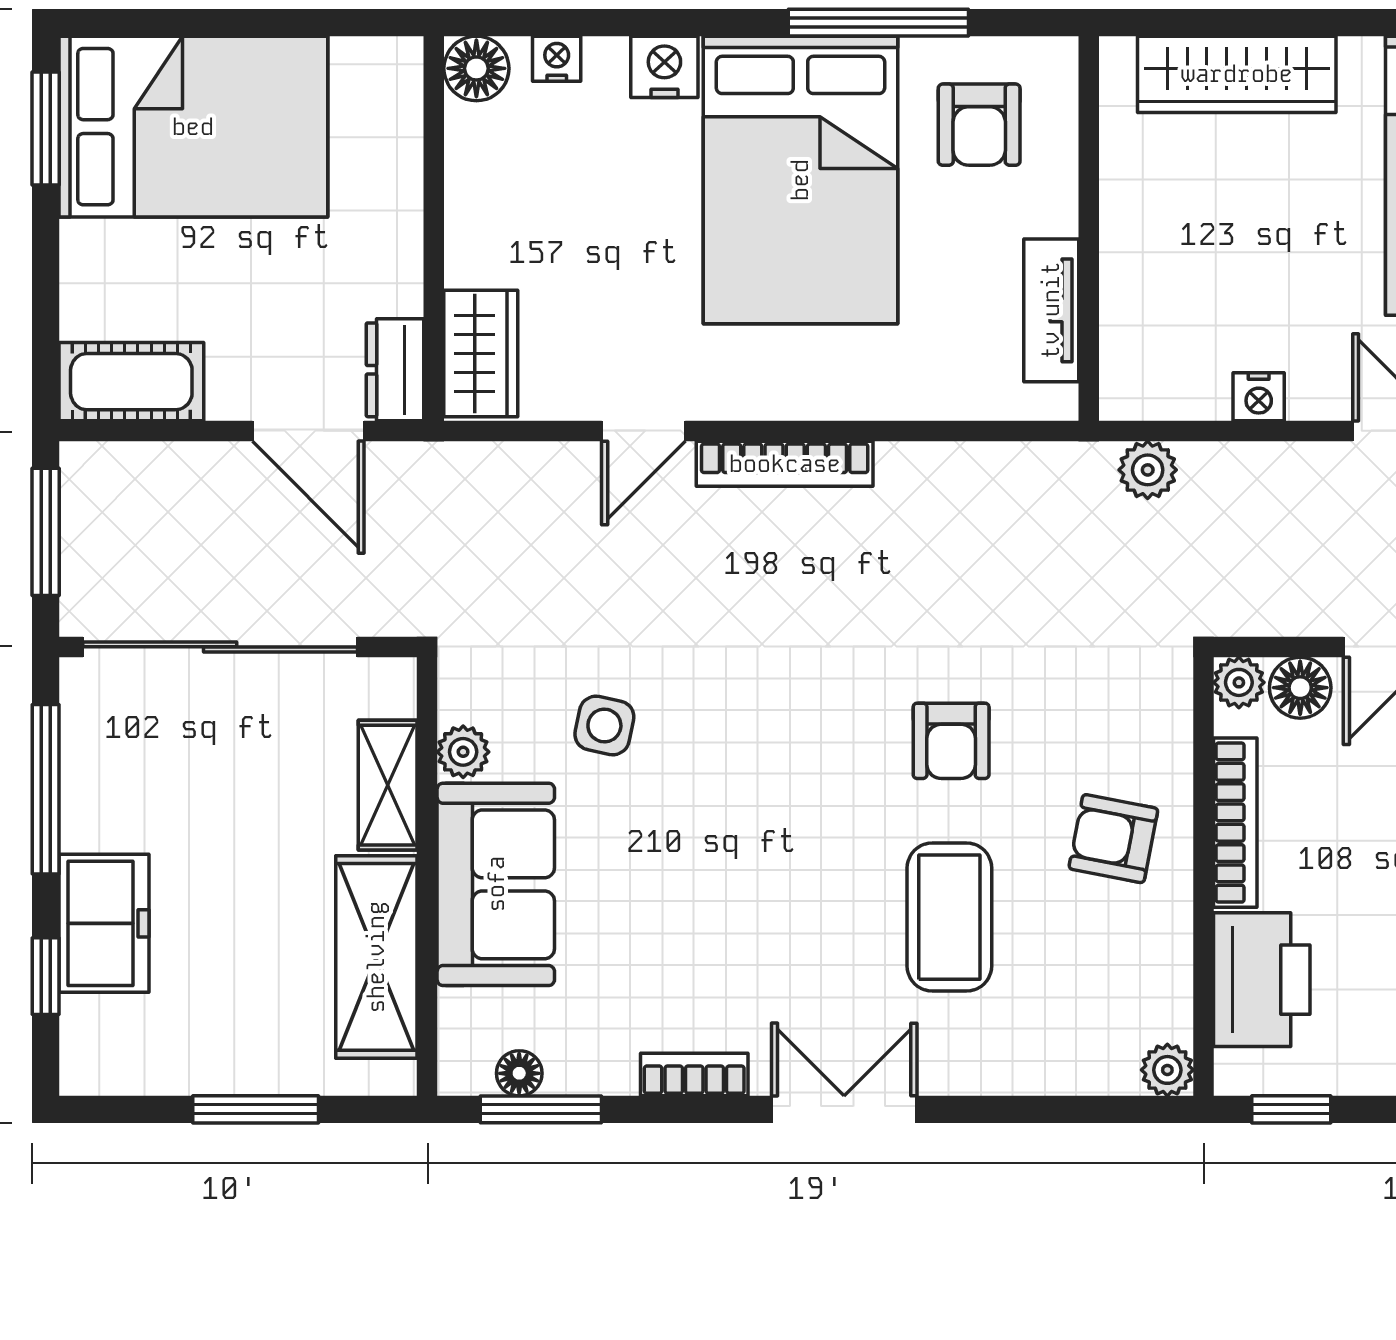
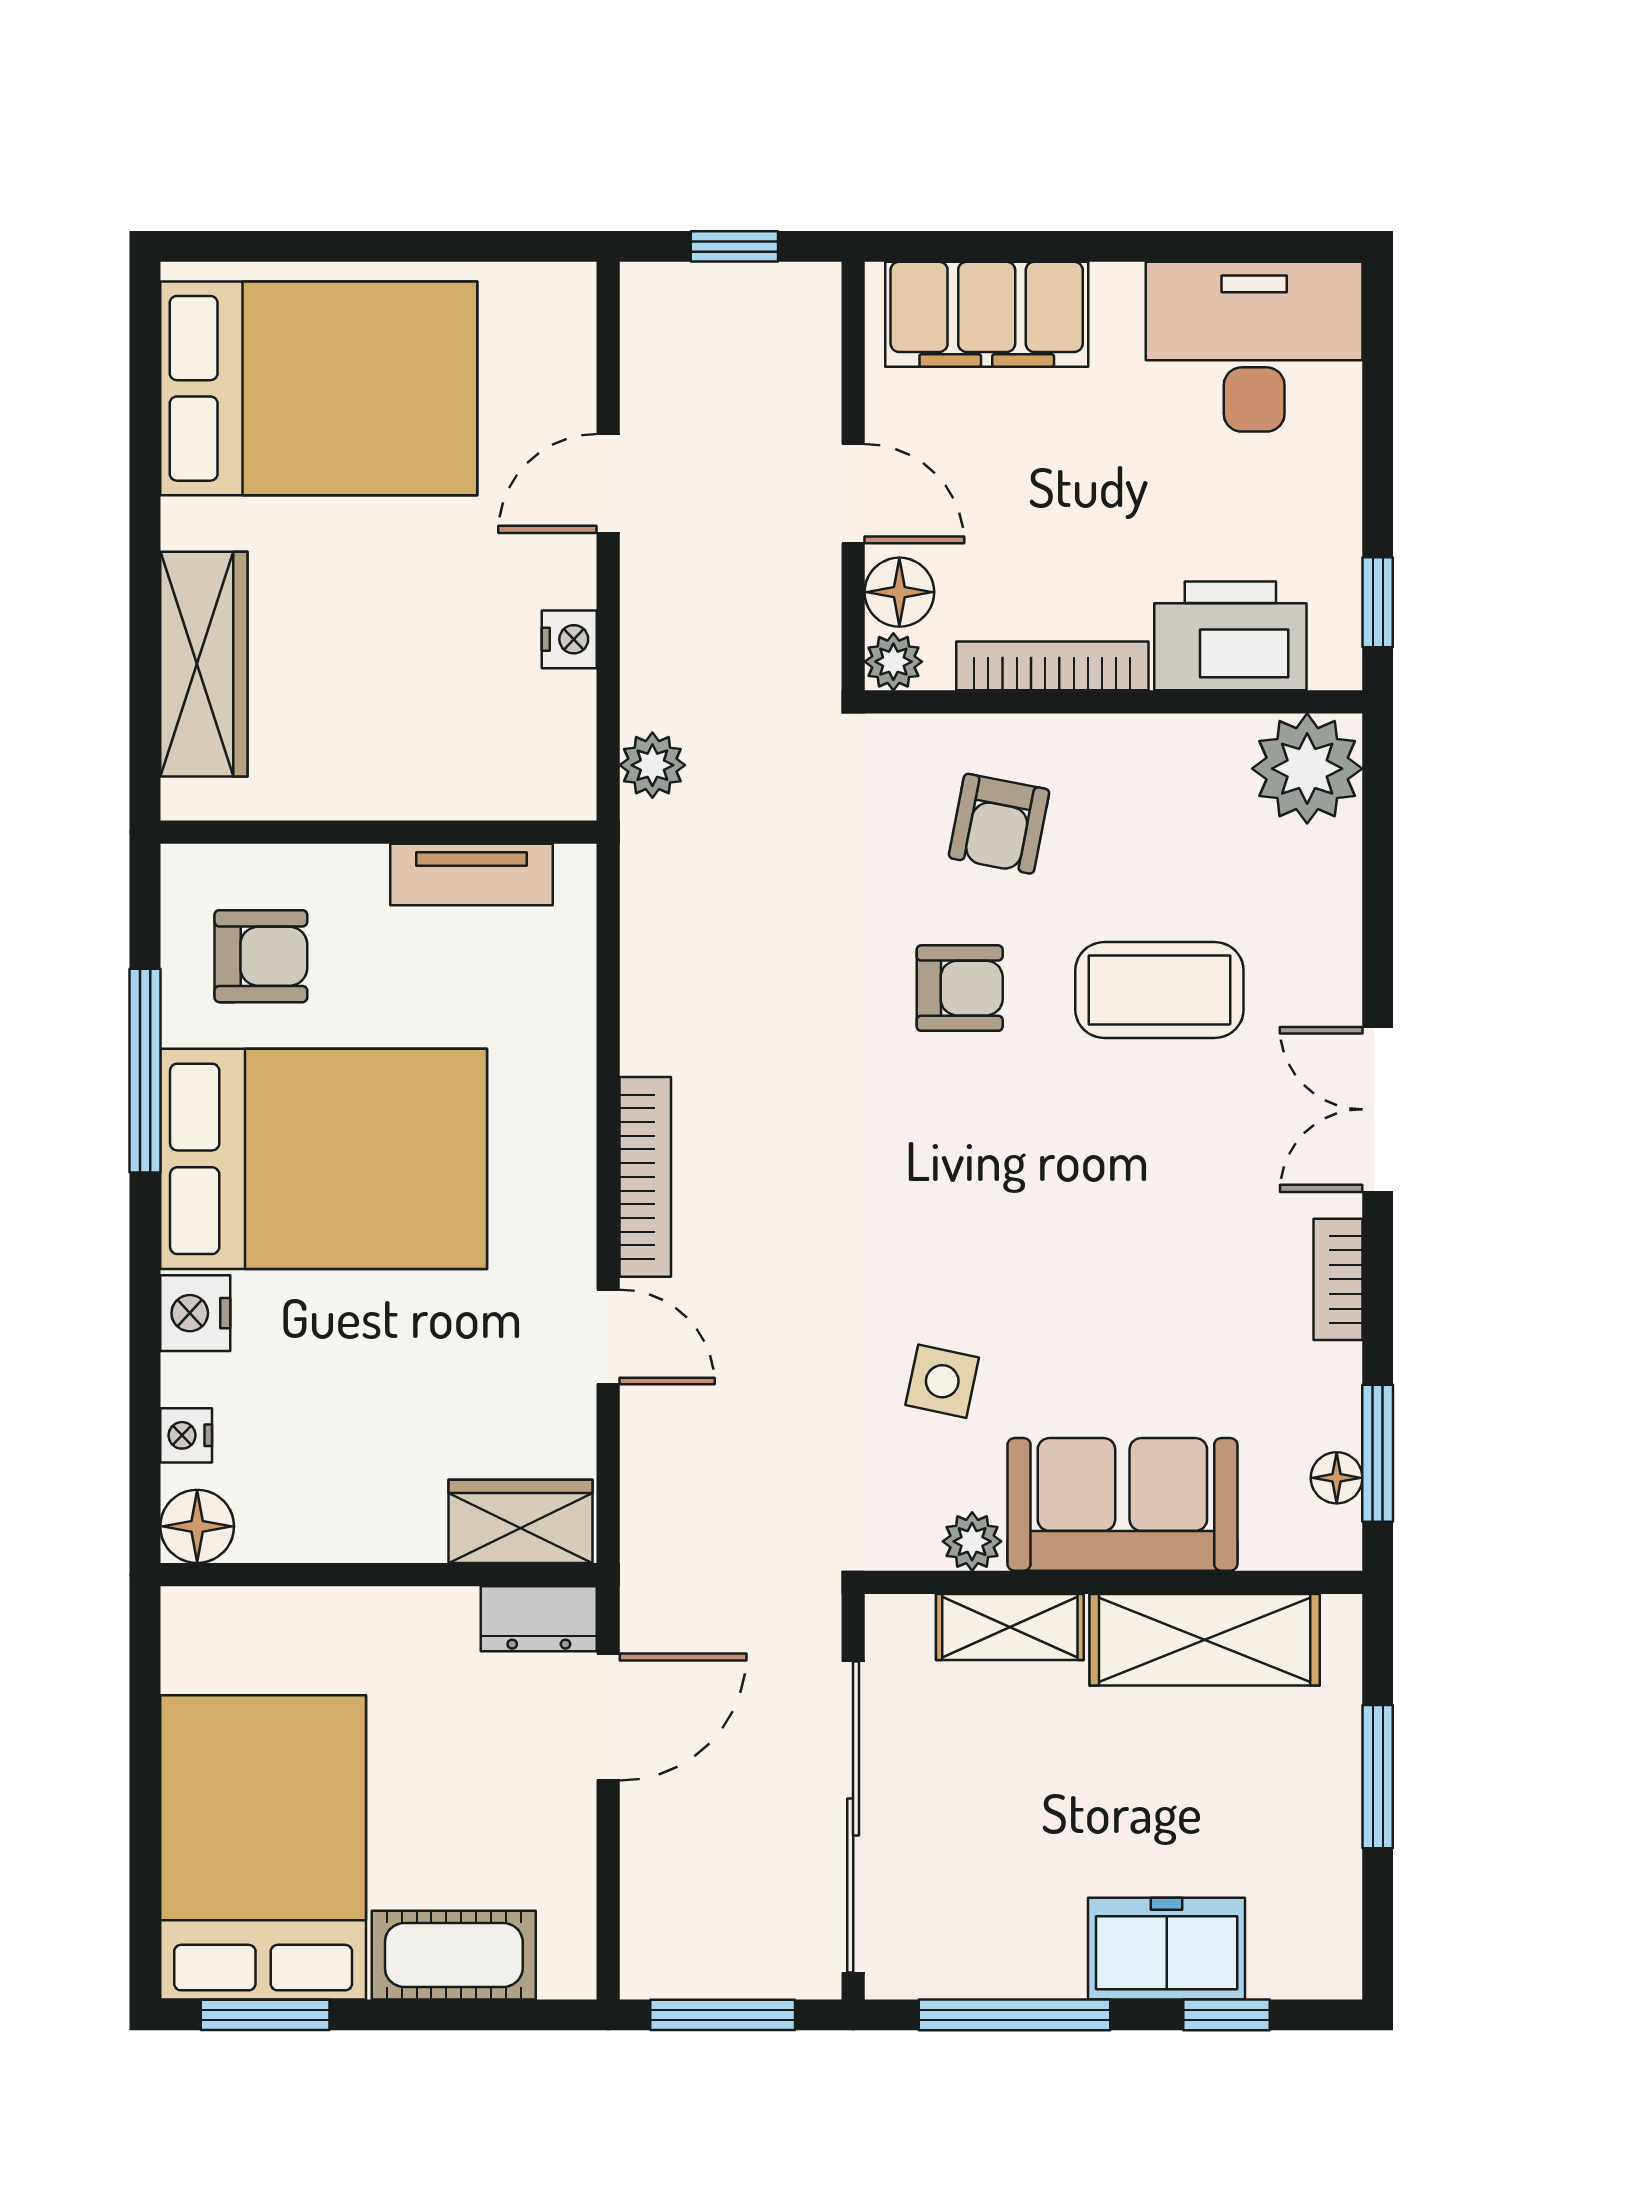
cot: (131, 382) -> (454, 1955), moved, turned 90
armchair: (1113, 839) -> (999, 824), moved
plant: (1167, 1070) -> (1307, 769), width x1.87, depth x1.87

